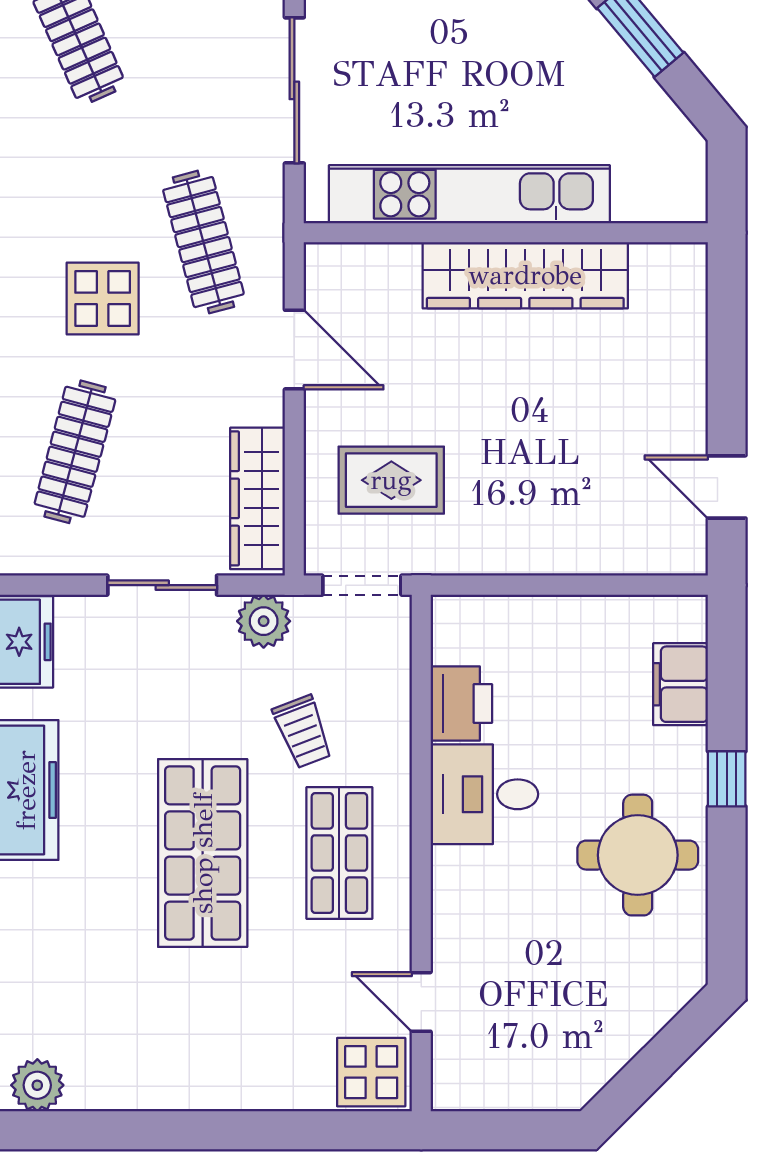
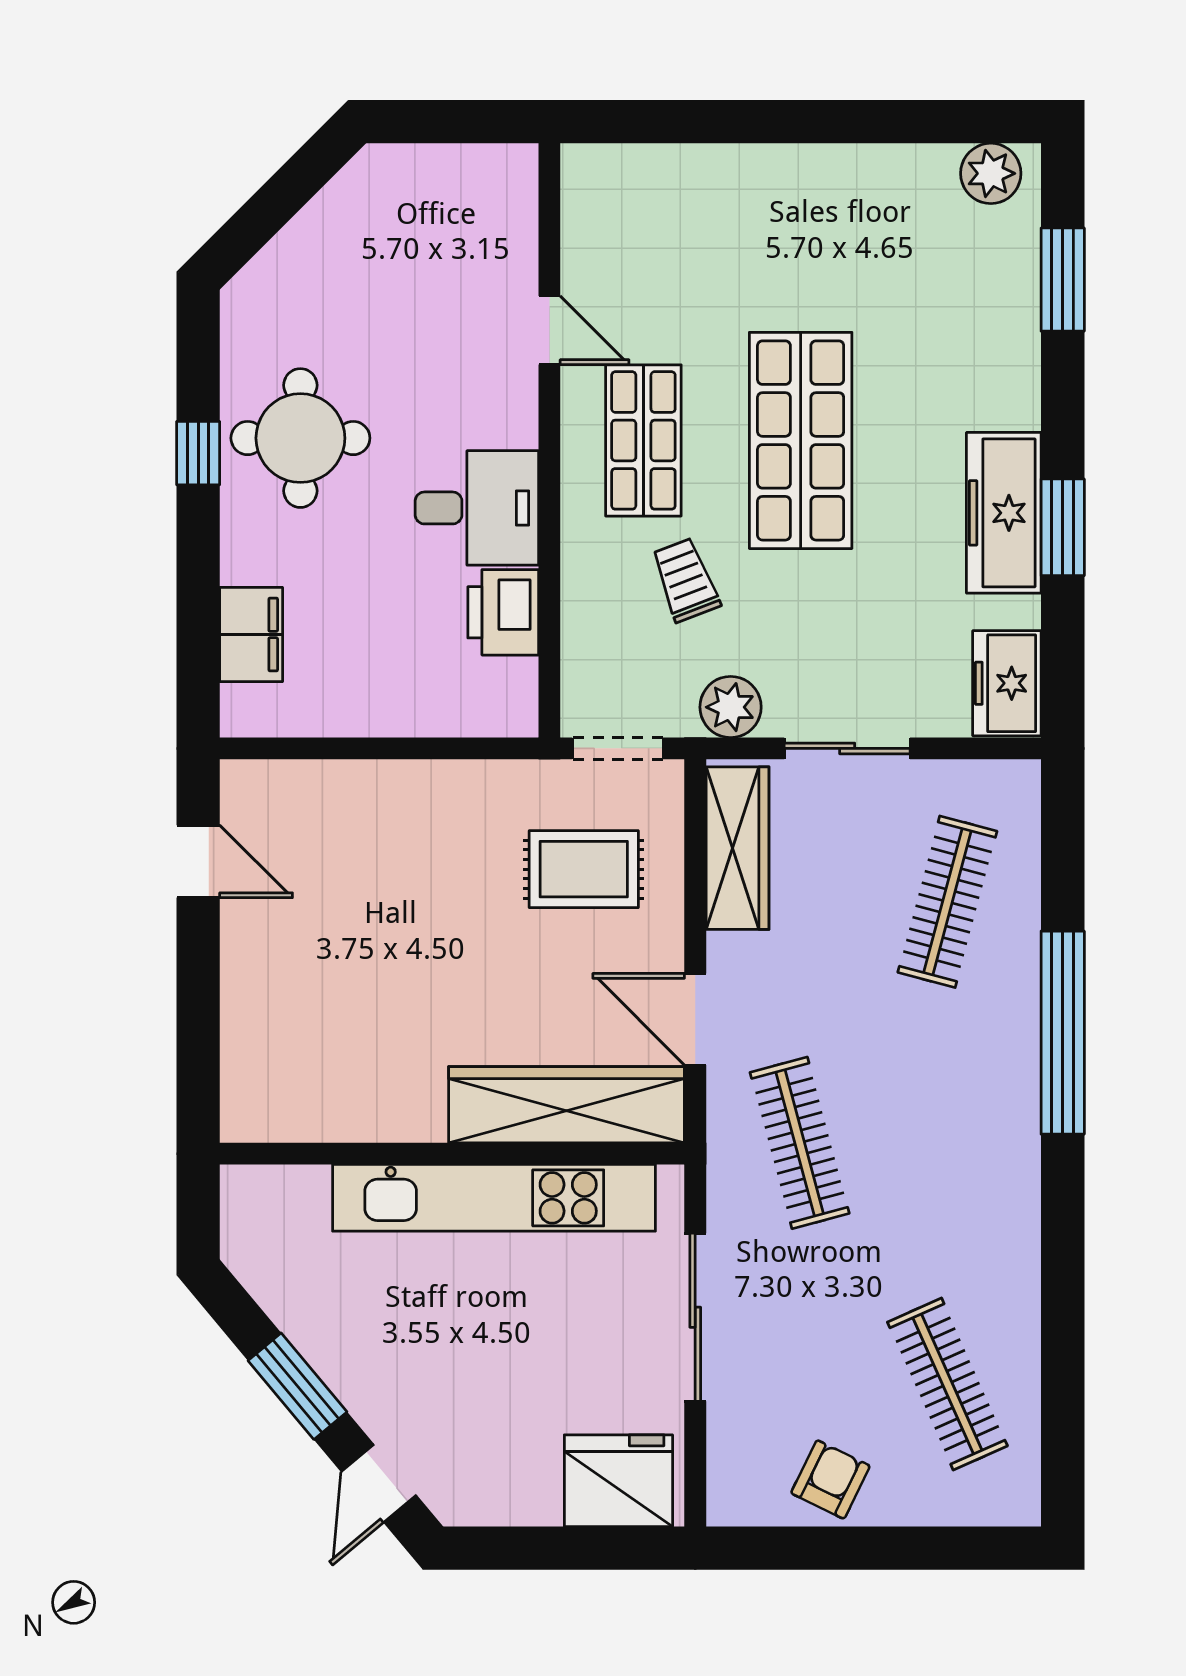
wardrobe: (525, 275) -> (567, 1105), moved
display table: (103, 298) -> (916, 1078), removed
window: (727, 779) -> (198, 453), moved
door: (421, 1002) -> (549, 330), moved
display table: (371, 1072) -> (607, 188), removed

